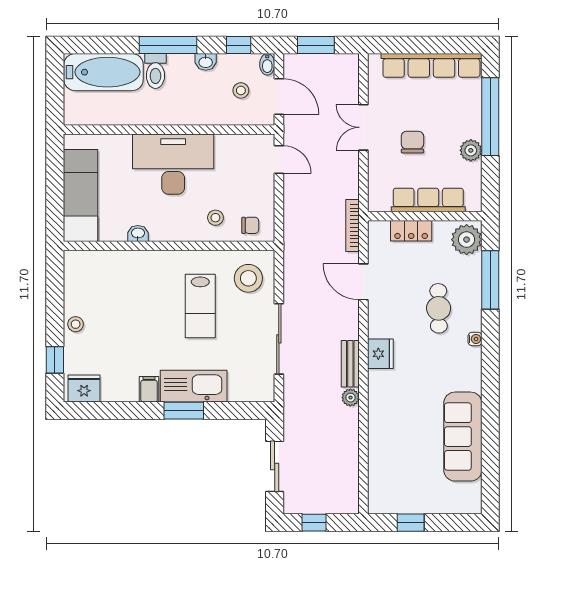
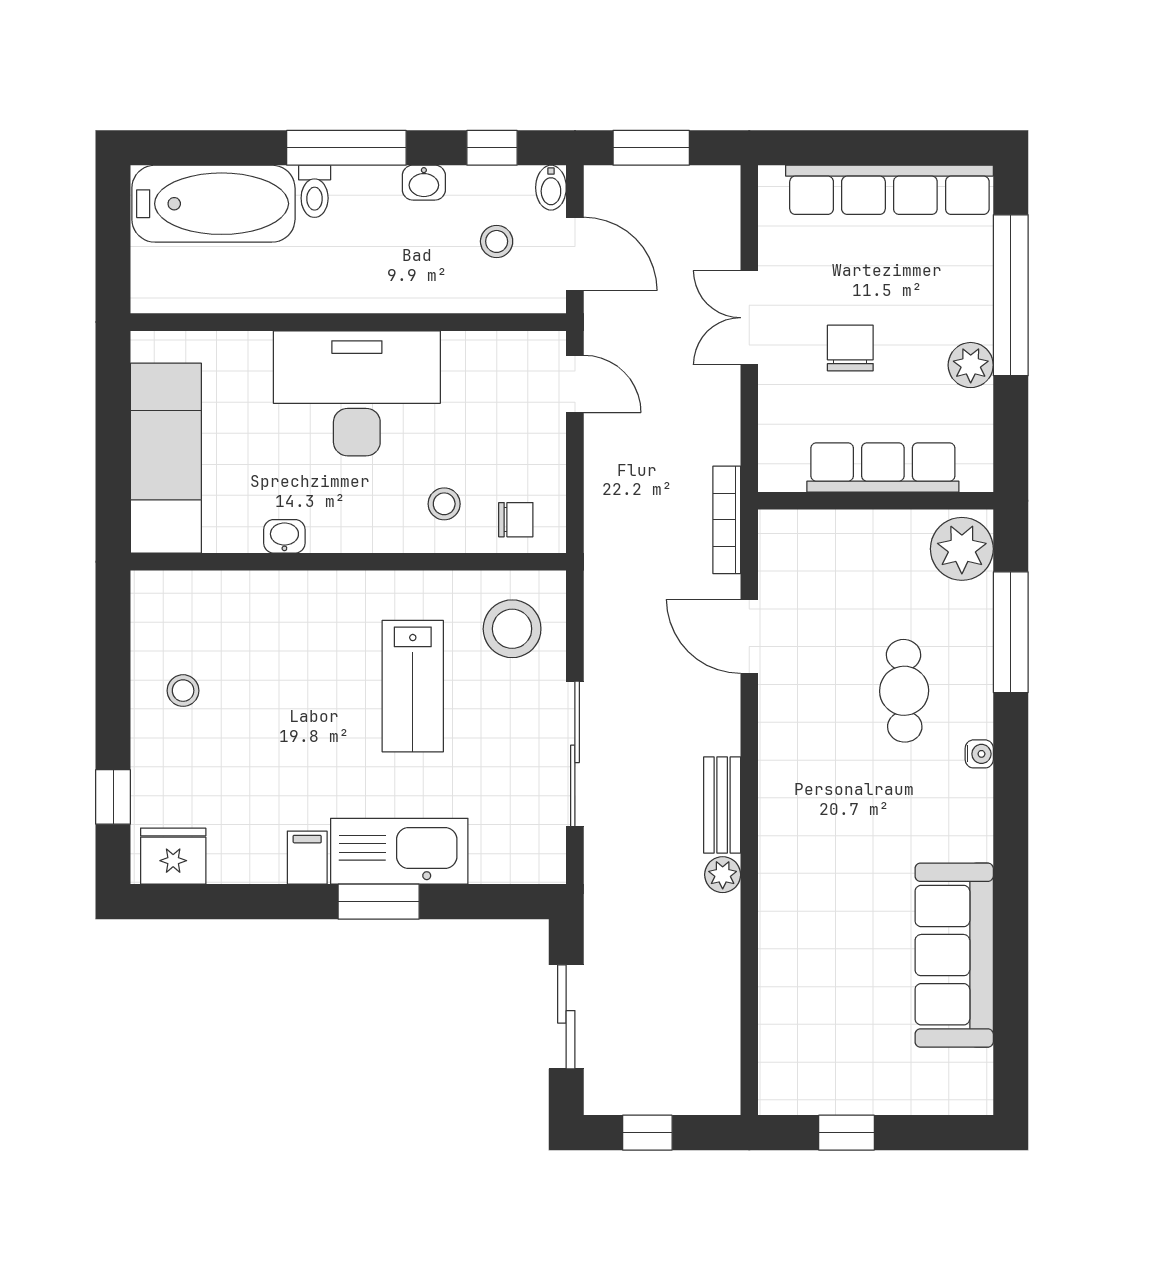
toilet: (155, 71) -> (315, 191), width x0.73, depth x0.72
locker: (411, 231) -> (848, 531), removed
stool: (76, 324) -> (183, 691), moved
fridge: (380, 354) -> (784, 784), removed

